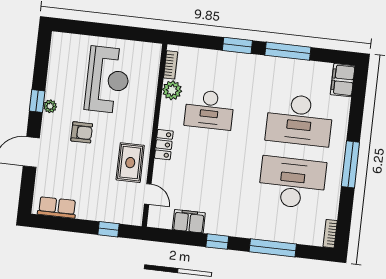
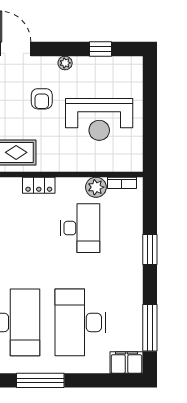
window: (288, 51) -> (150, 328), moved
window: (37, 101) -> (100, 49), moved
desk: (209, 110) -> (80, 228), turned 180

